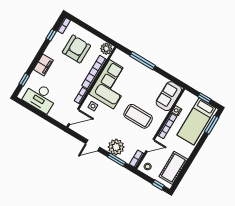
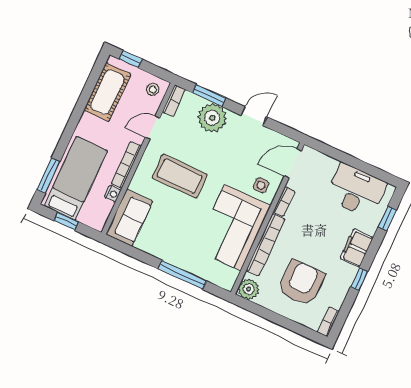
window: (51, 35) -> (359, 279), moved
armchair: (76, 49) -> (301, 283), turned 180

